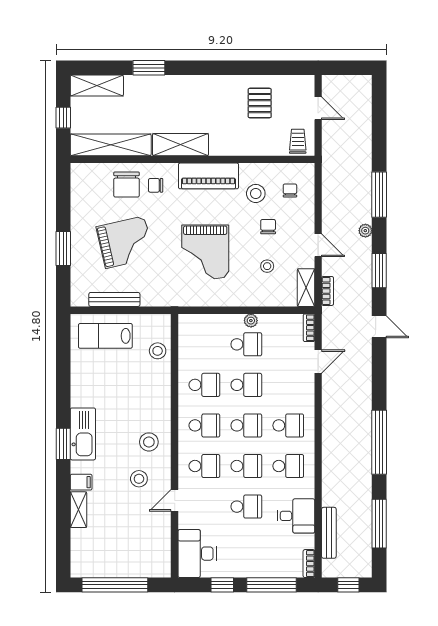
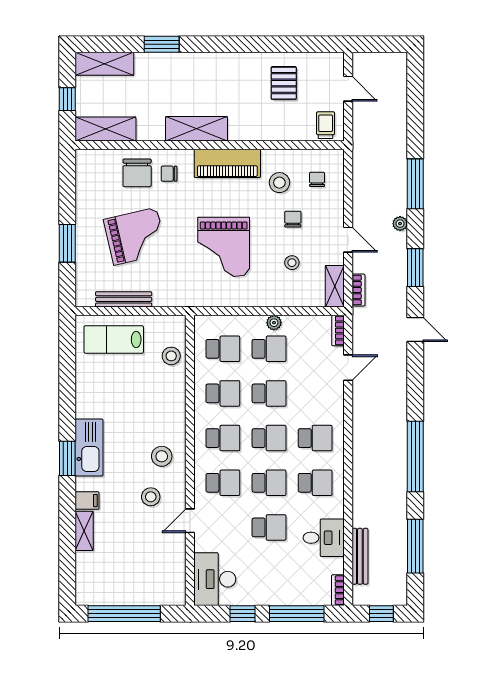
shelving: (111, 145) -> (106, 129), width x0.68
school desk: (204, 344) -> (223, 349), added

